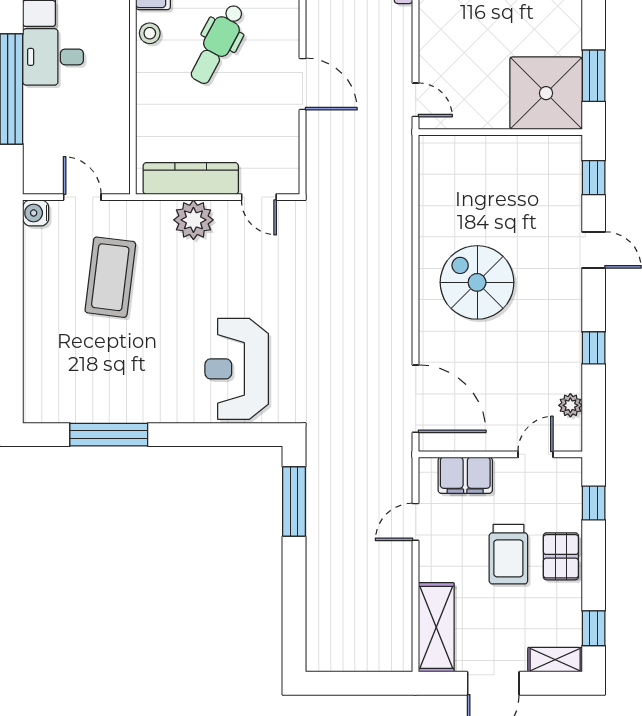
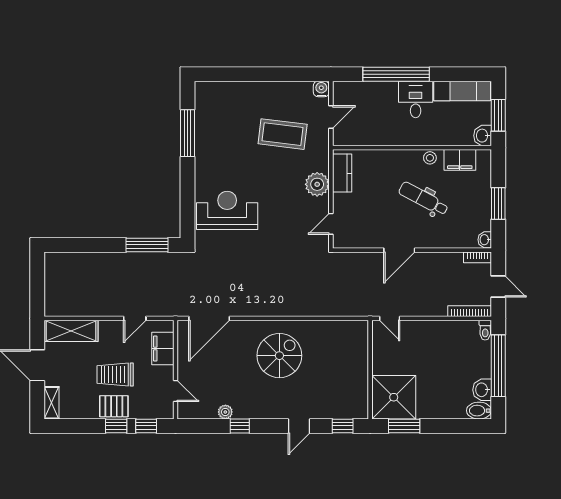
door: (416, 100) -> (390, 318), hinge flipped
kitchen counter: (191, 178) -> (342, 173), width x0.67
plant: (570, 405) -> (225, 412), moved
door: (416, 522) -> (135, 318), swing flipped
window: (594, 628) -> (116, 426), moved

